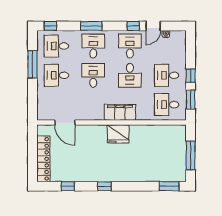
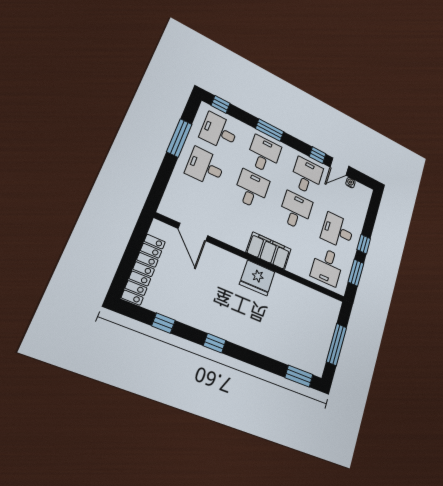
desk: (130, 75) -> (296, 211), turned 180
desk: (167, 105) -> (327, 267), turned -90

